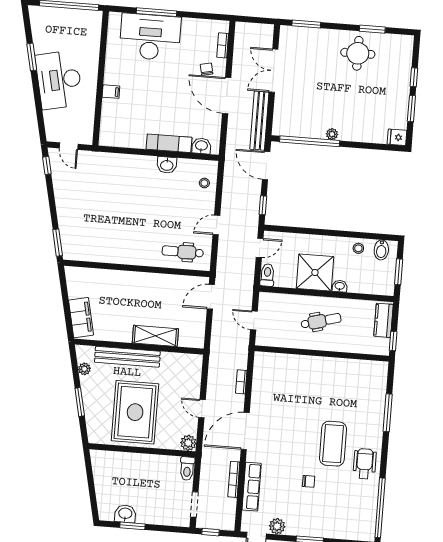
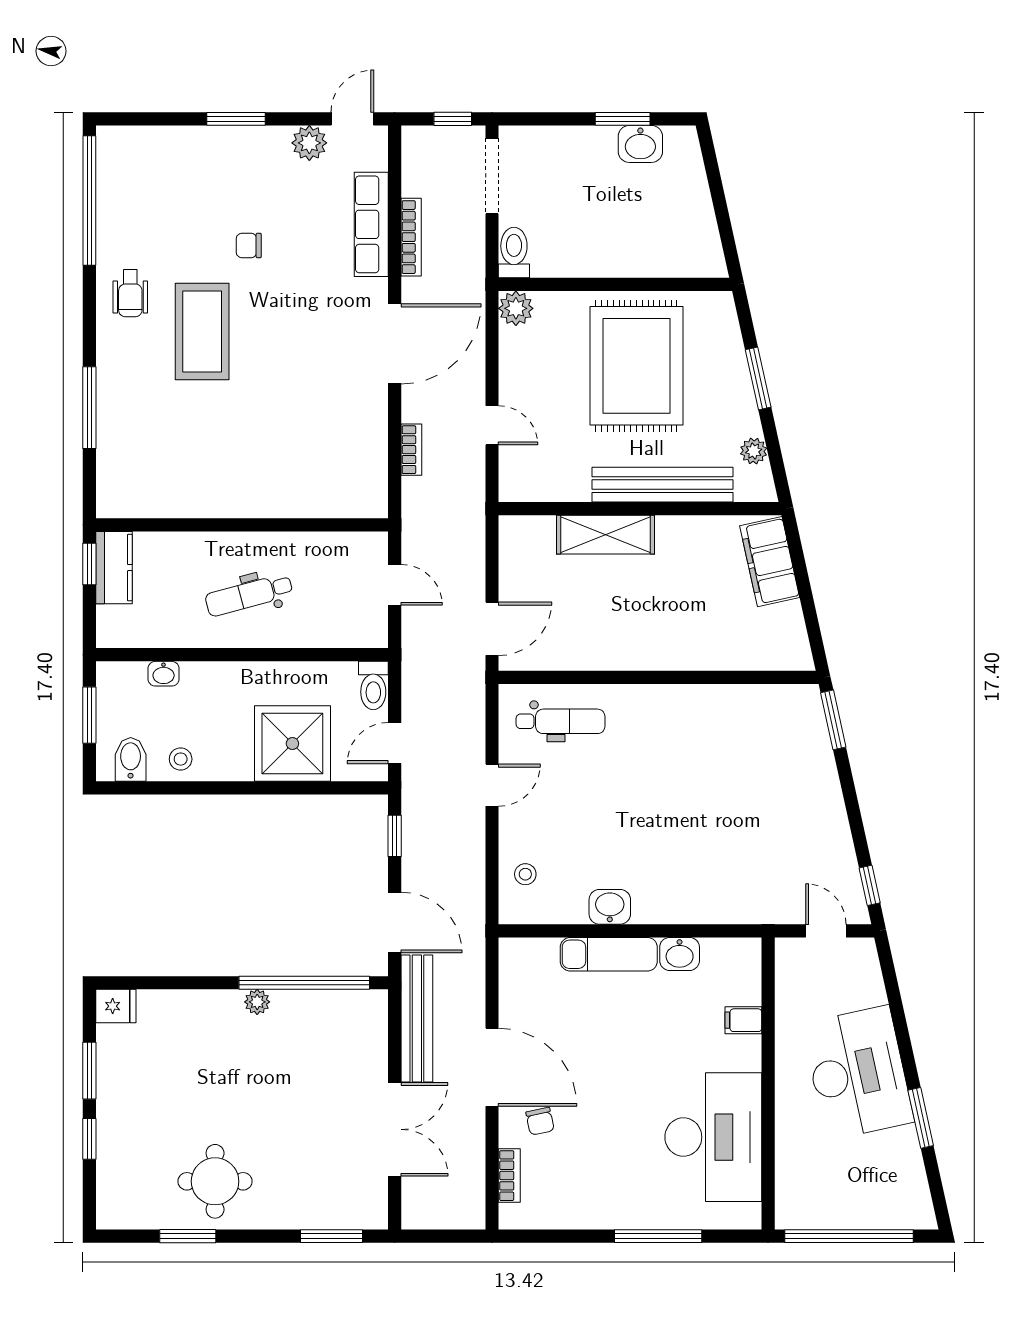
desk: (150, 37) -> (713, 1137), moved, turned -90
filing cabinet: (111, 92) -> (743, 1020), moved
washbasin: (201, 146) -> (680, 954), moved
shower: (315, 273) -> (292, 744), moved
washbasin: (340, 286) -> (164, 674), moved
kitchen counter: (383, 320) -> (114, 568), moved
door: (202, 409) -> (492, 425), moved
wheelchair: (365, 464) -> (130, 293), width x0.73, depth x0.73
doorway: (194, 504) -> (492, 176), width x1.38

